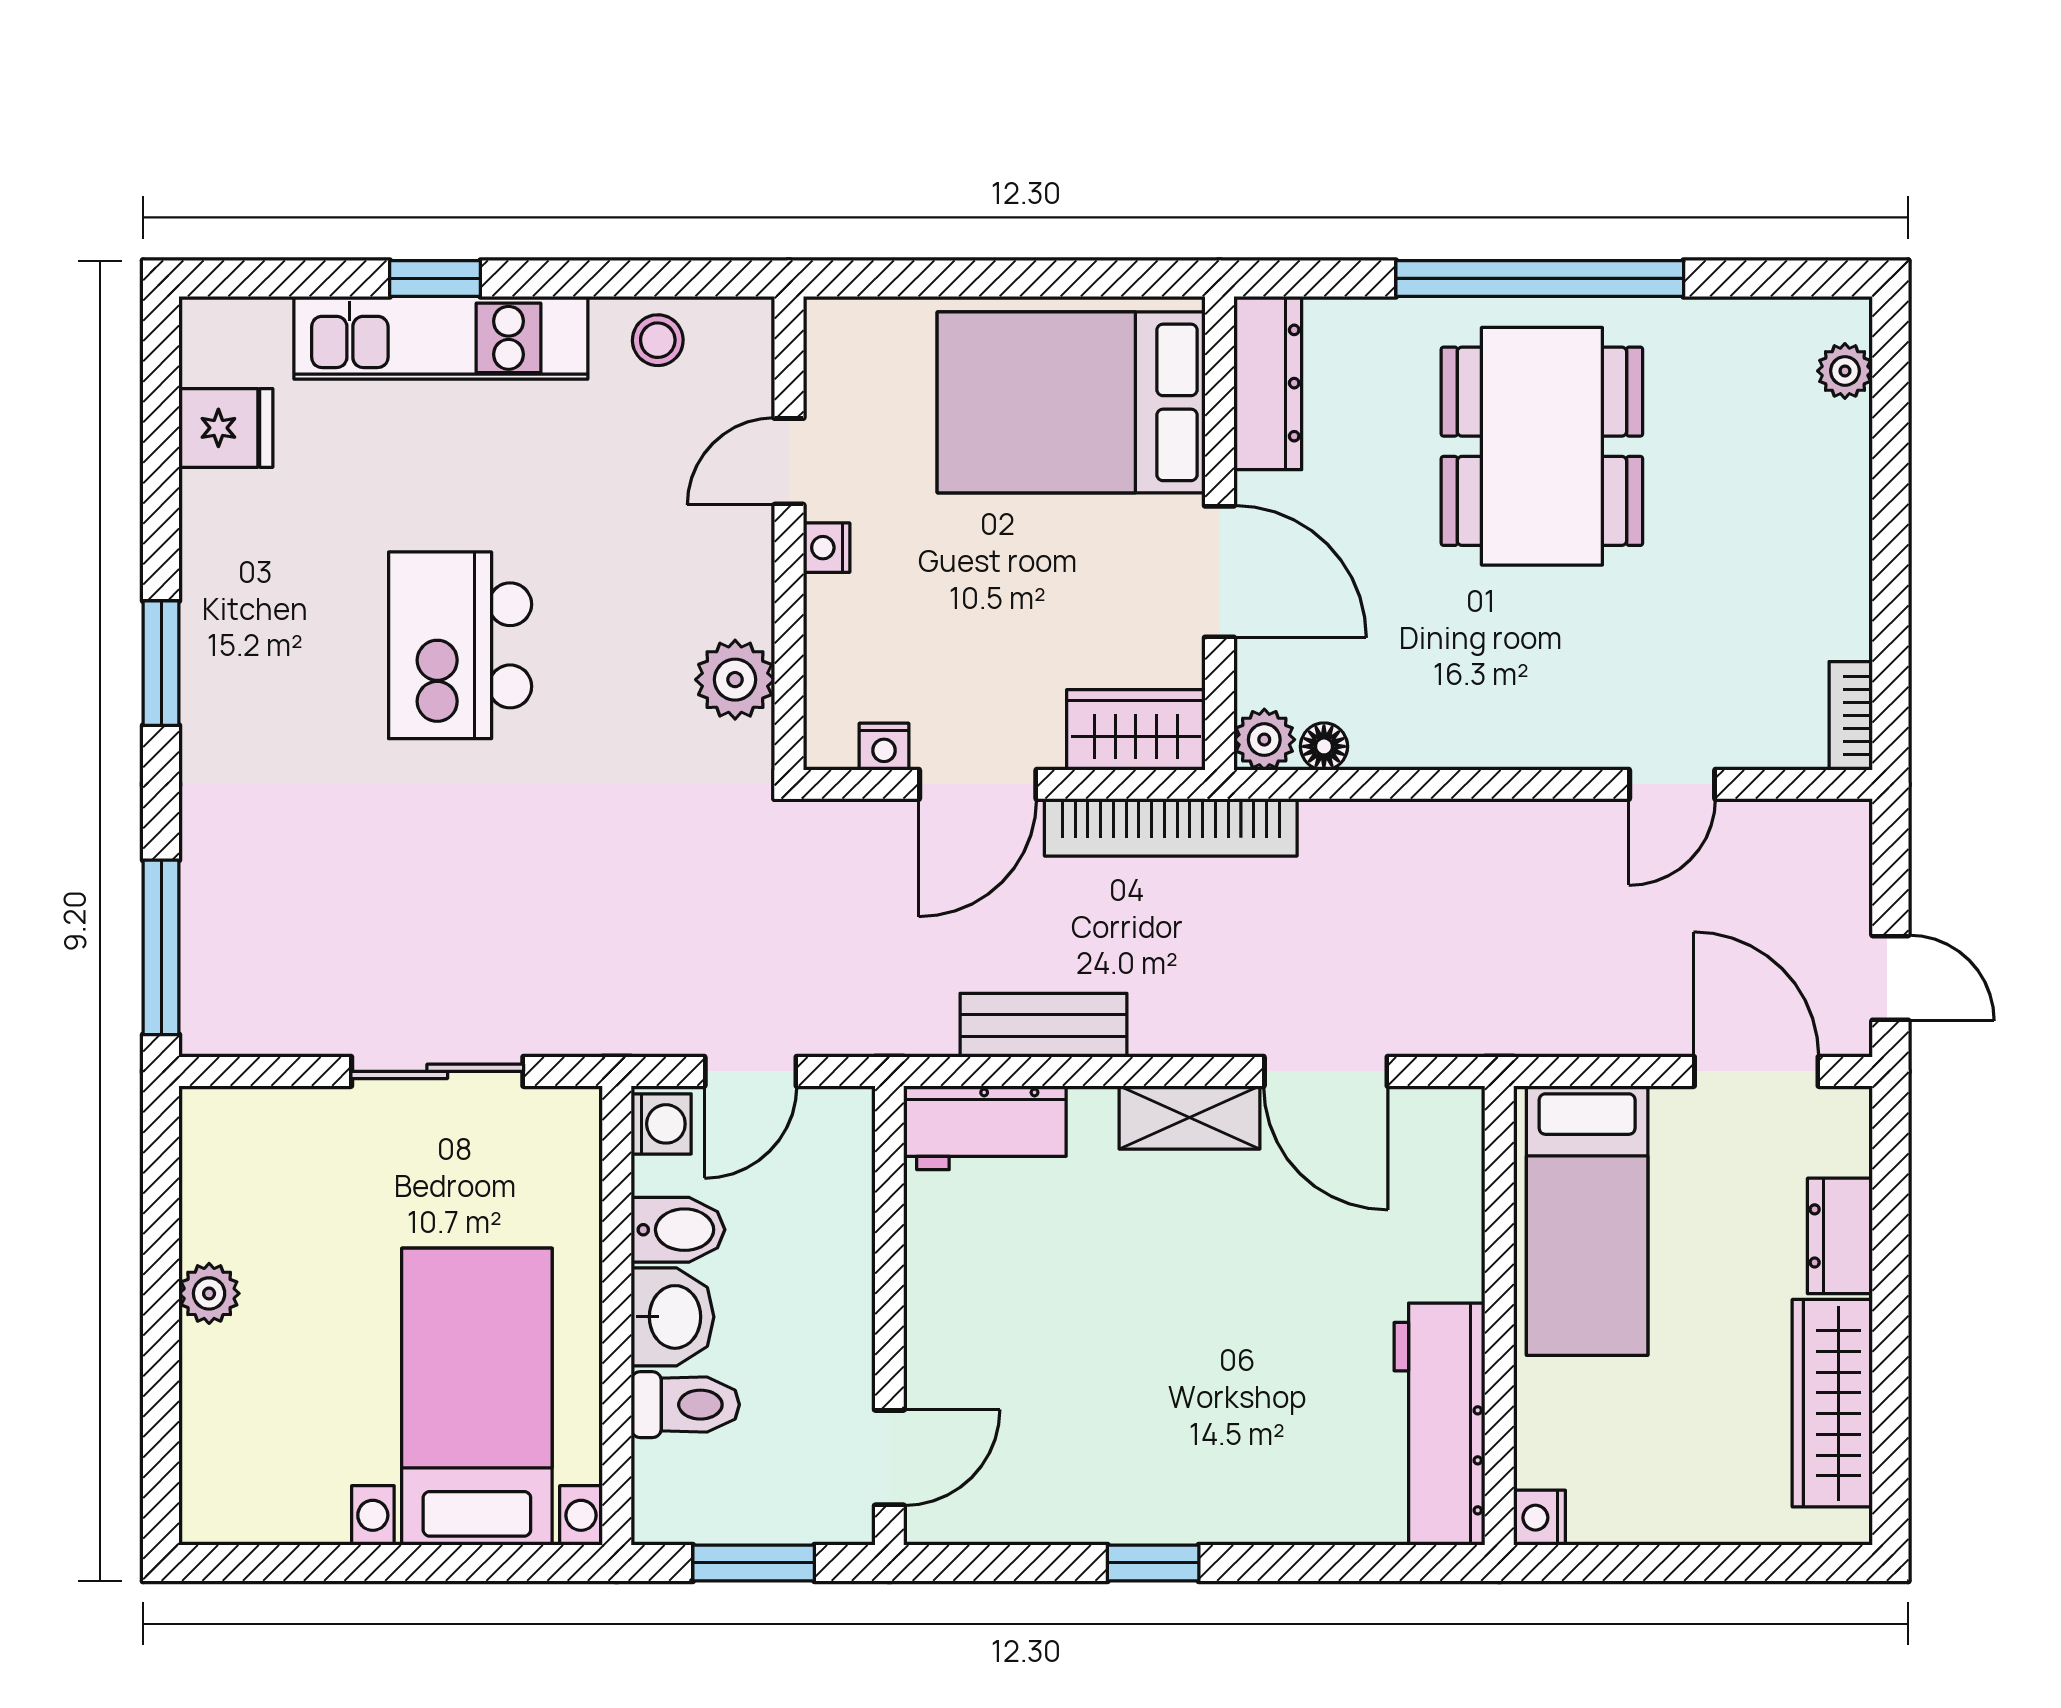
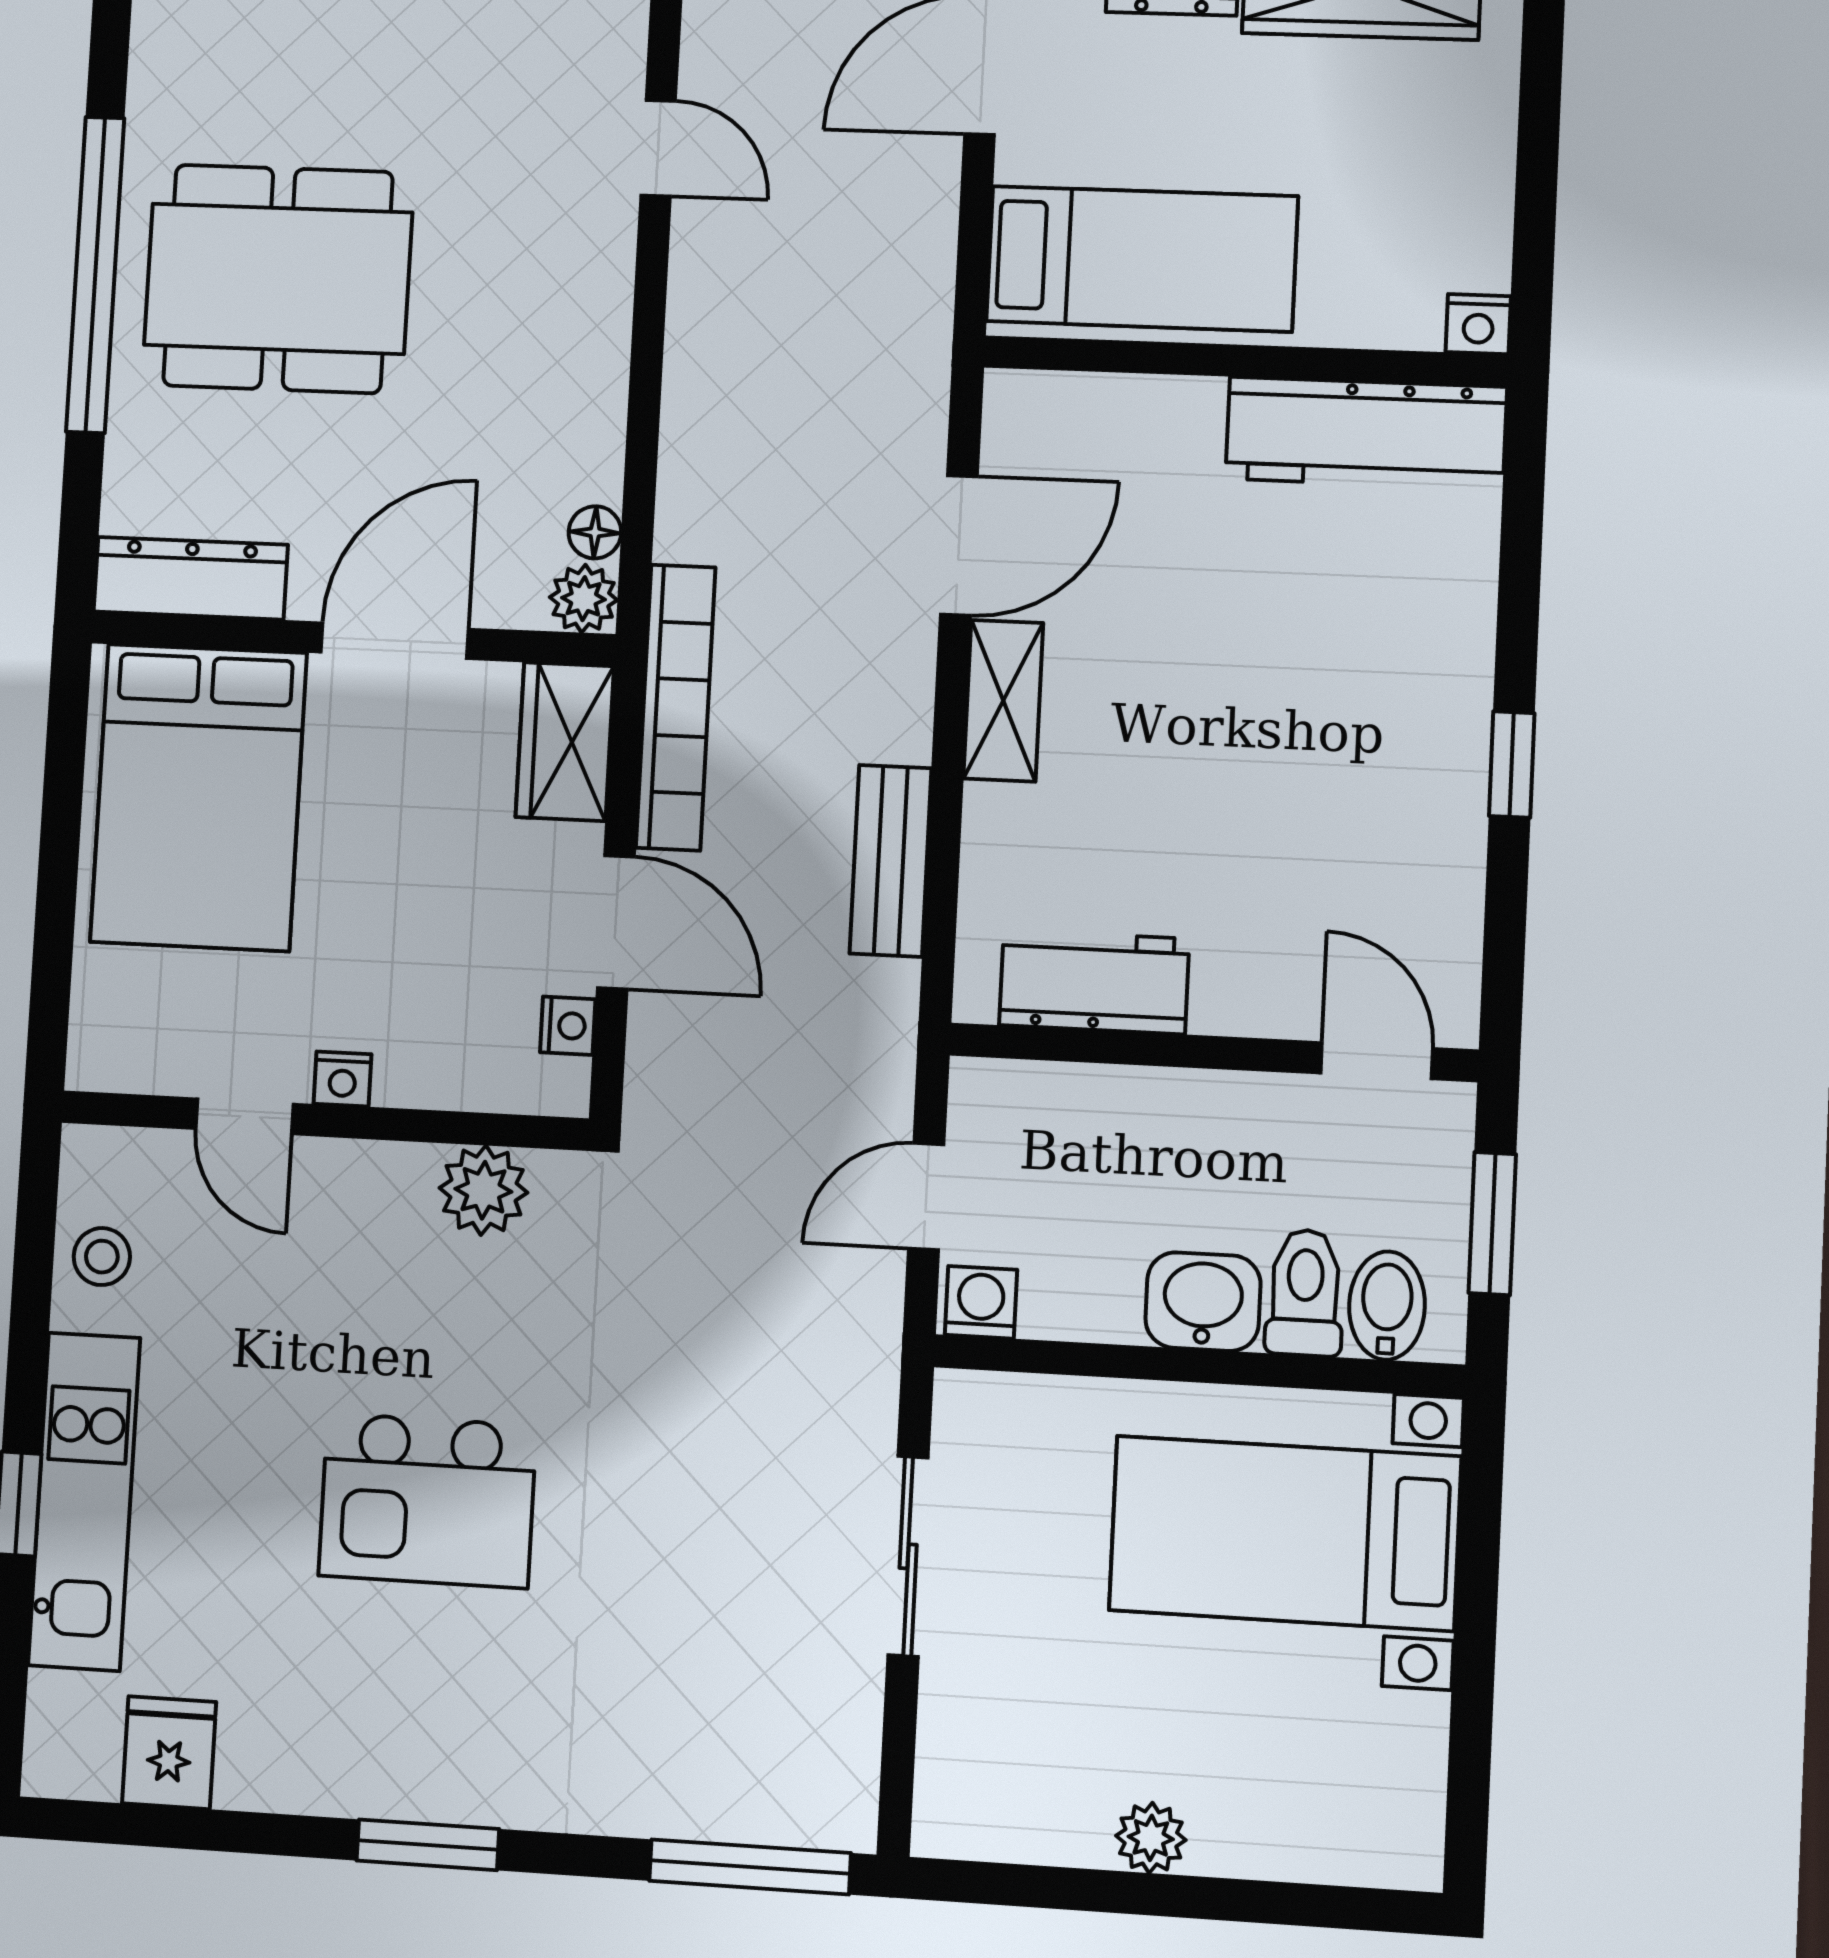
door: (751, 1071) -> (926, 1197), swing flipped
workbench: (985, 1128) -> (1094, 982), moved, turned -90
bidet: (678, 1230) -> (1387, 1306), moved

